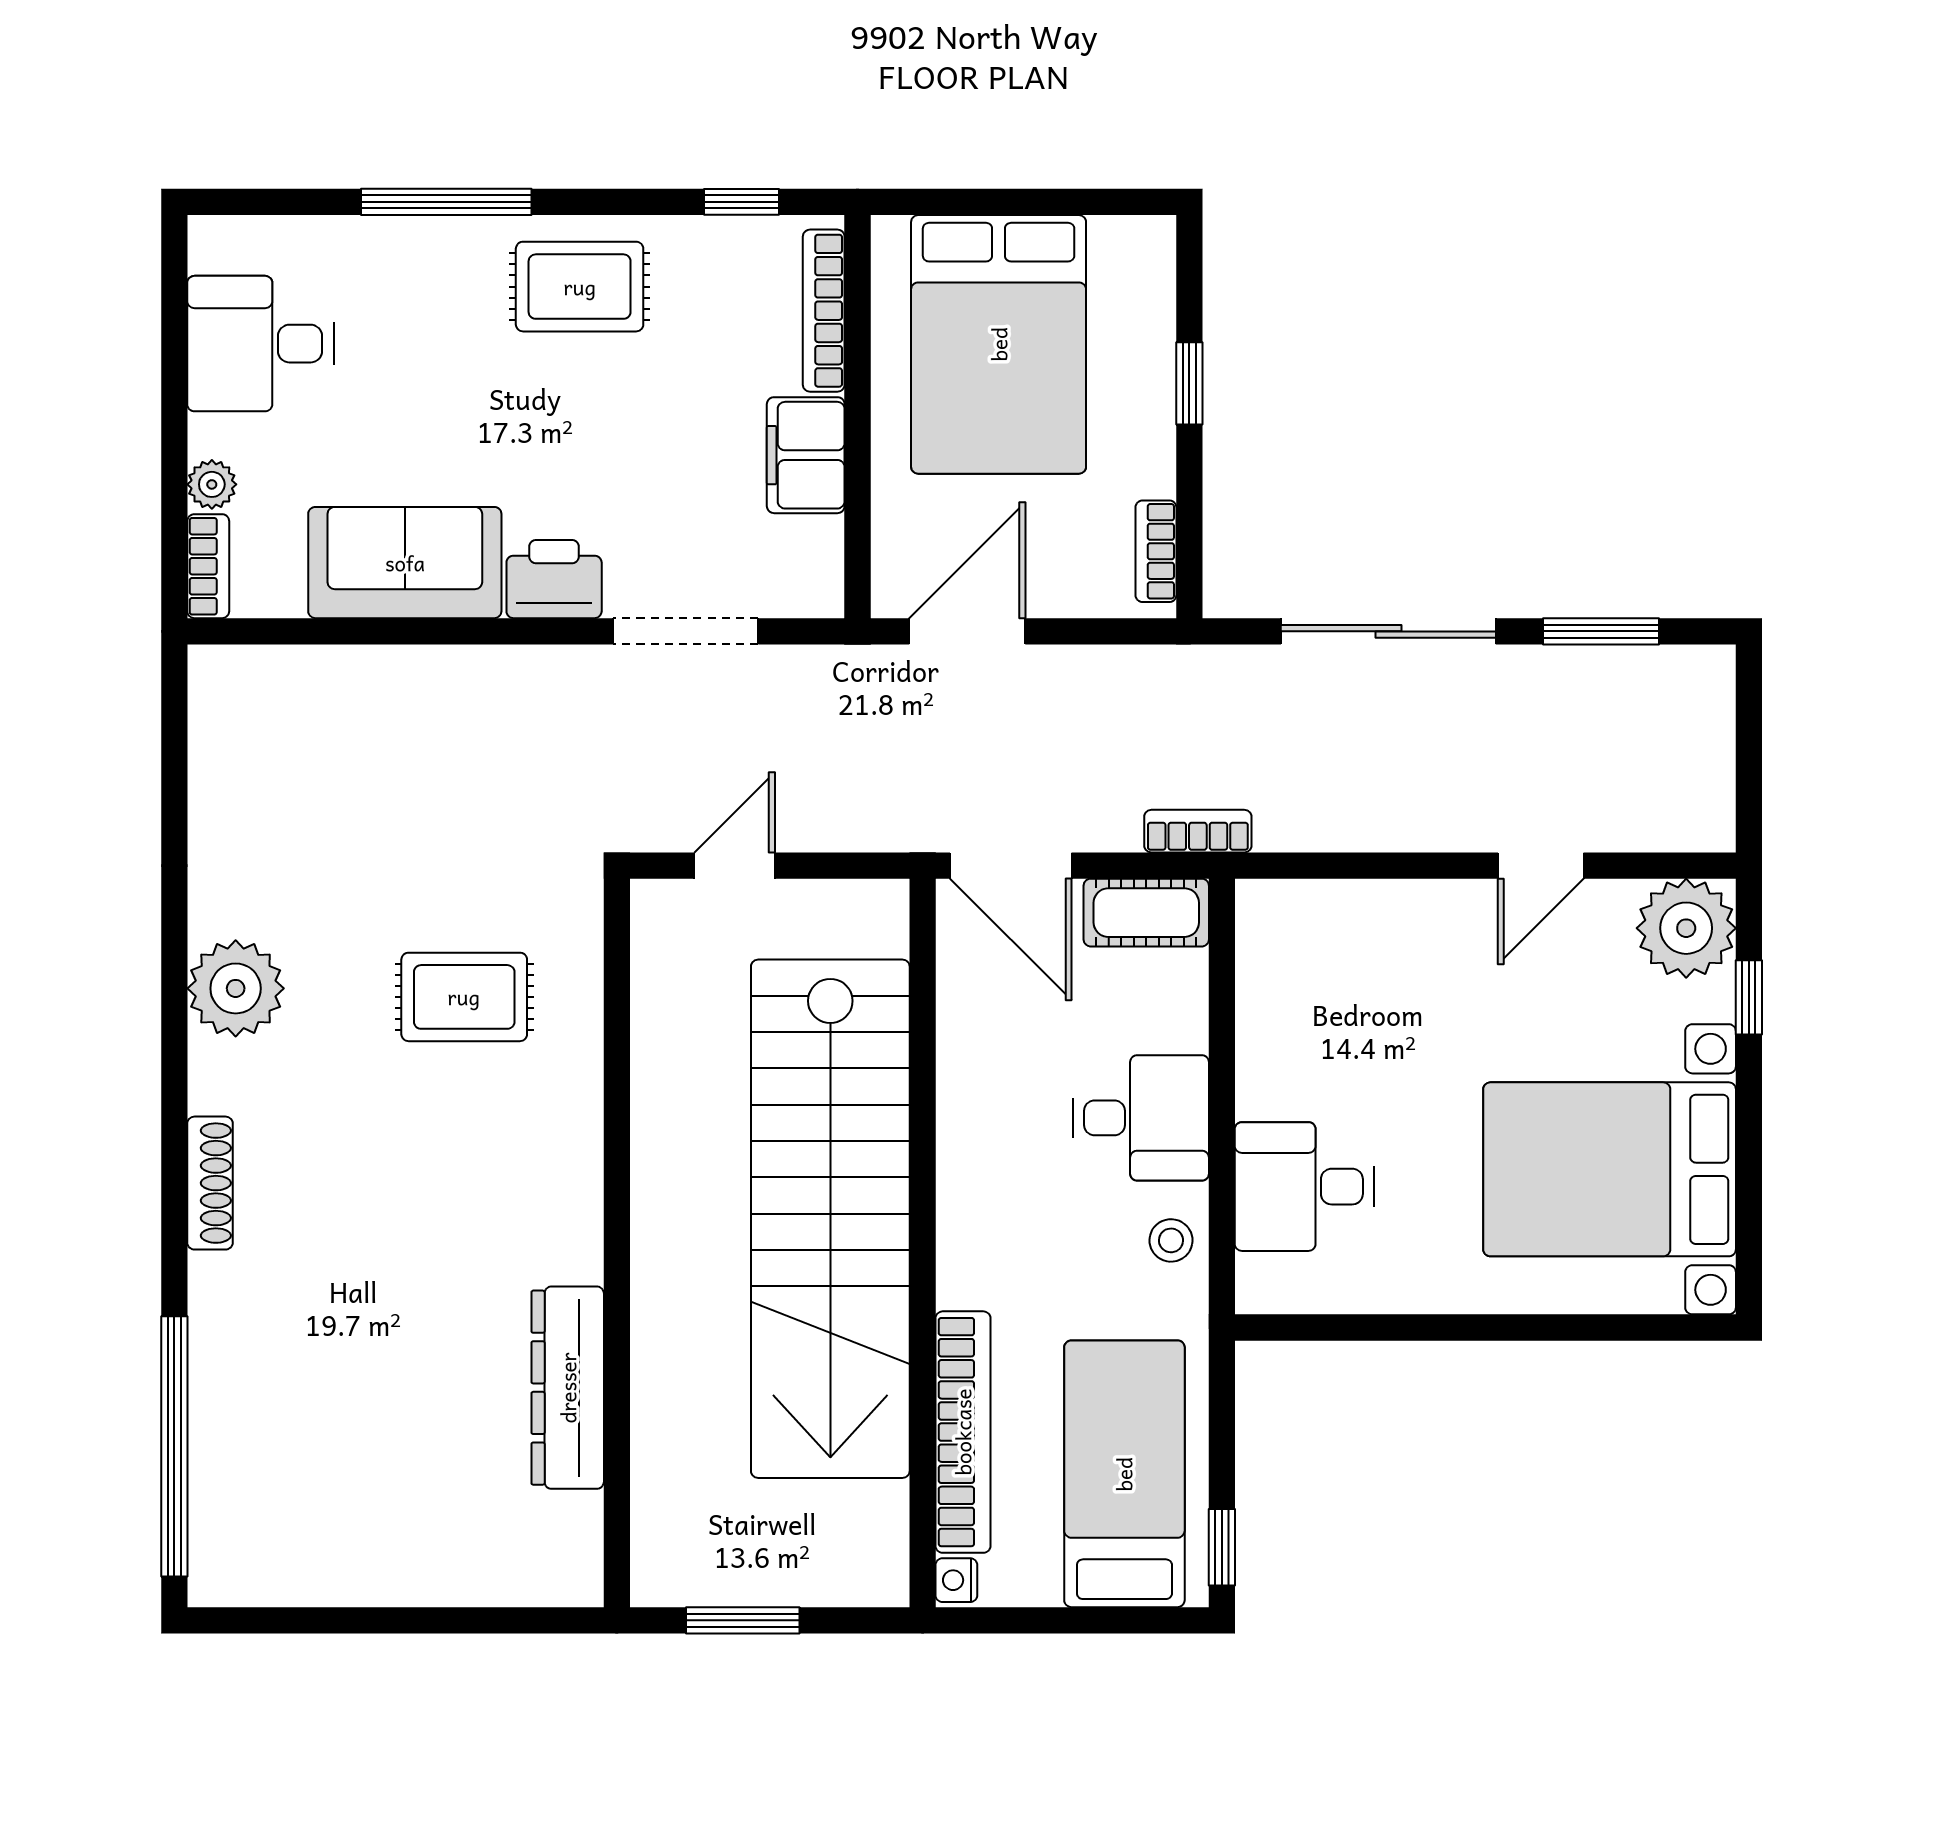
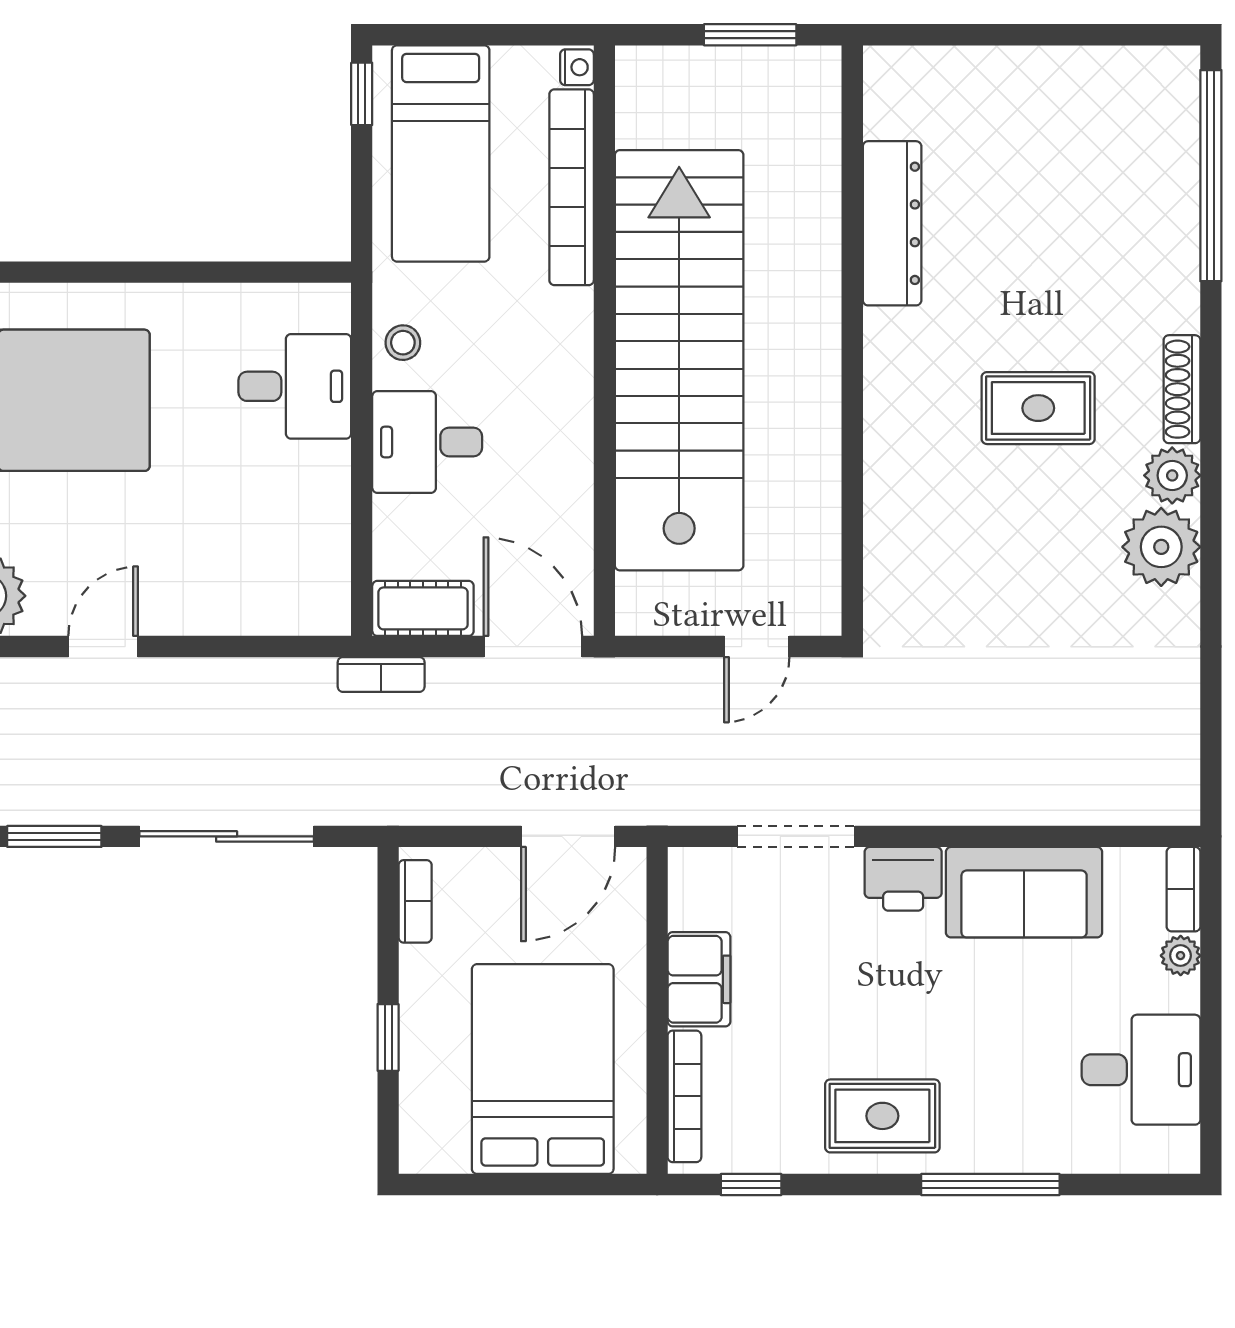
rug: (464, 997) -> (1038, 408), moved
plant: (222, 1077) -> (1172, 475), added

